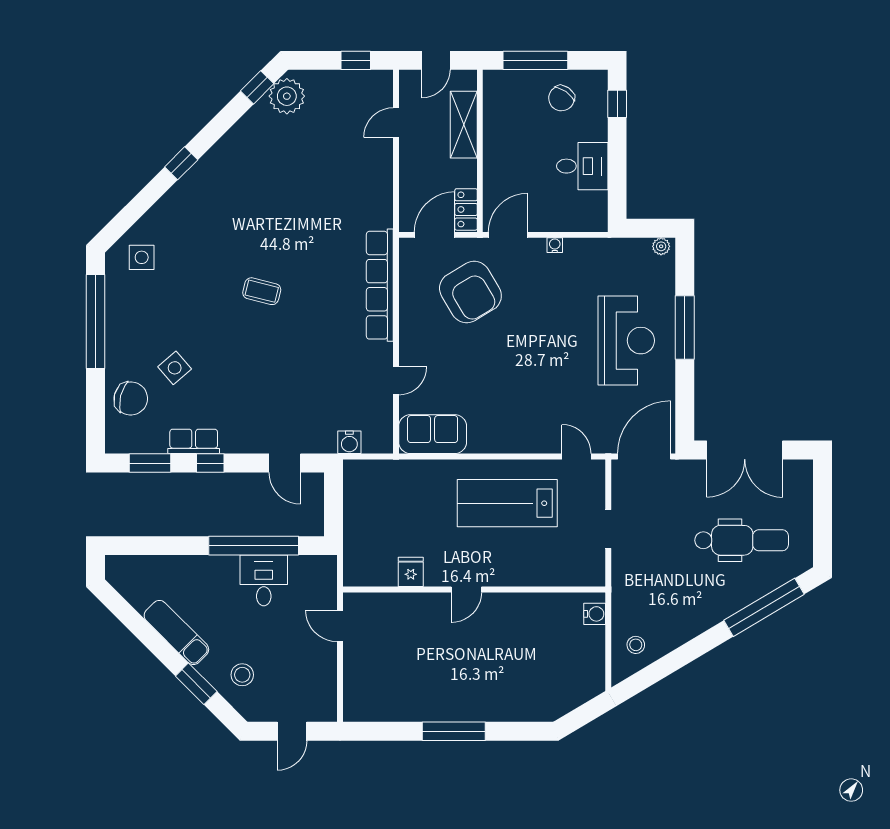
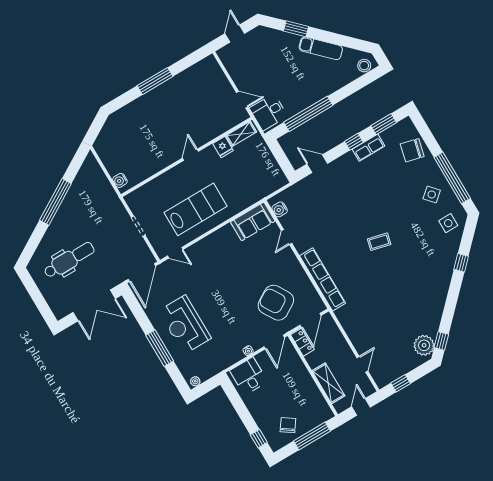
window: (181, 163) -> (461, 263), moved
desk: (582, 166) -> (249, 376), moved, turned 90
side table: (175, 368) -> (432, 195), moved
water cooler: (349, 442) -> (280, 209), moved, turned -90
double door: (745, 450) -> (94, 305), swing flipped
dental chair: (742, 540) -> (69, 260), turned 180
shelving: (372, 576) -> (241, 134), added
desk: (264, 580) -> (268, 112), moved, turned 90
window: (764, 607) -> (55, 202), moved
stool: (636, 645) -> (91, 177), removed
stool: (242, 675) -> (364, 66), moved

